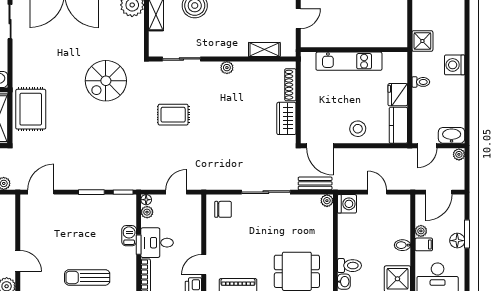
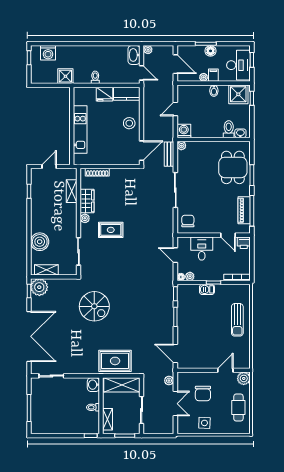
door: (298, 19) -> (49, 166), hinge flipped
washing machine: (455, 65) -> (48, 53), moved
rug: (173, 115) -> (111, 230), moved, turned 90
wardrobe: (286, 118) -> (87, 201), moved, turned -90
desk: (157, 243) -> (202, 249), moved, turned 180

